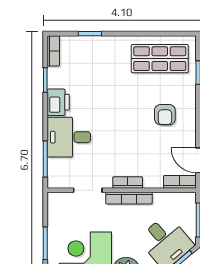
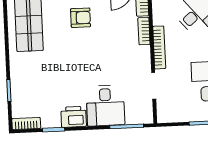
bookcase: (128, 182) -> (144, 31), moved

